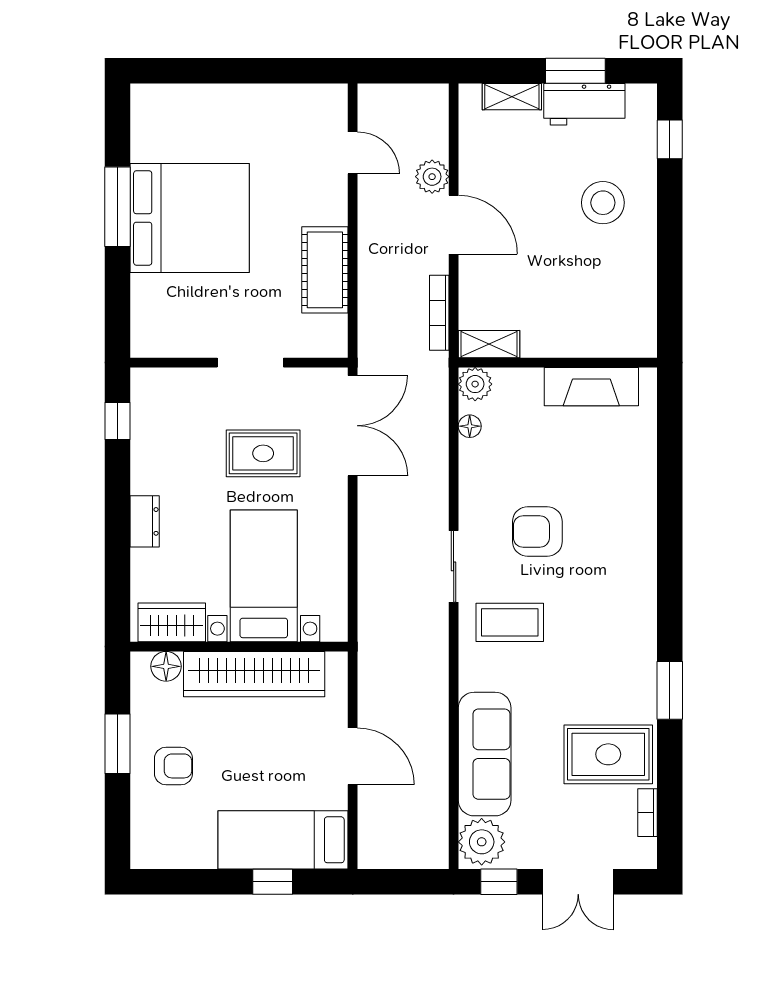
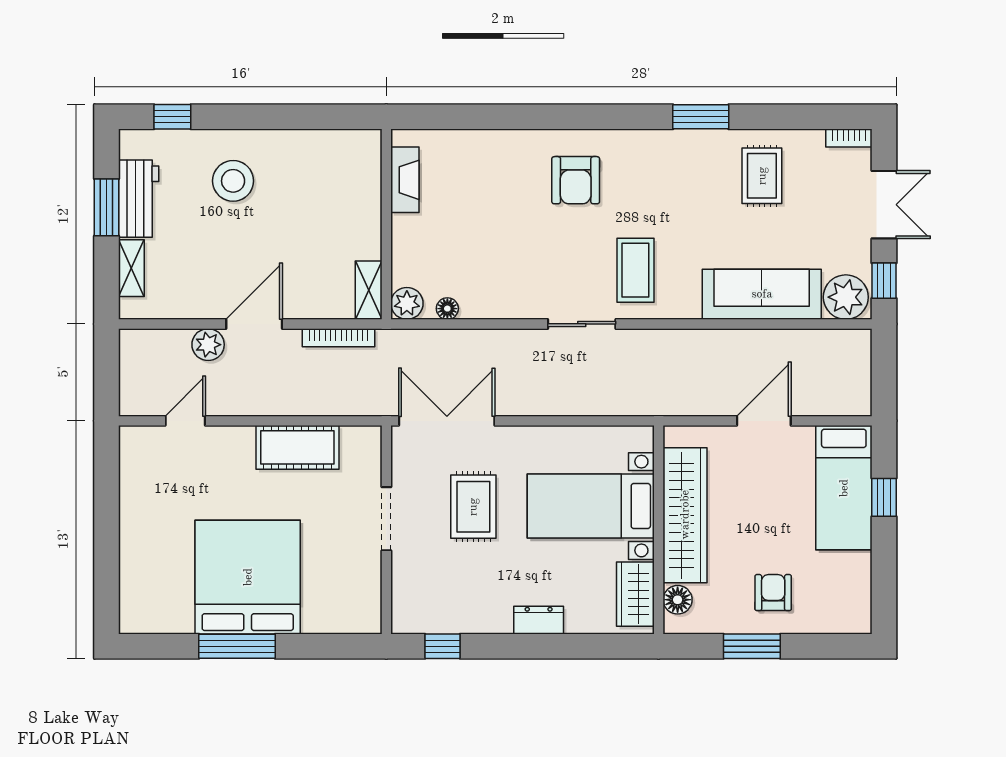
fireplace: (591, 387) -> (405, 180), width x0.73, depth x0.76
armchair: (537, 532) -> (576, 180), moved
rug: (608, 754) -> (762, 176), width x0.73, depth x0.70
bookcase: (648, 813) -> (849, 138), moved

